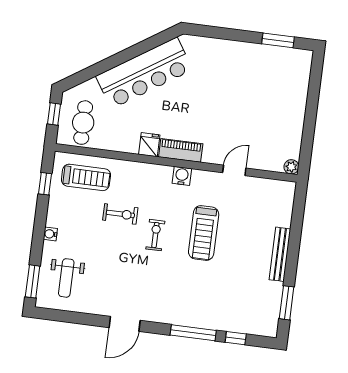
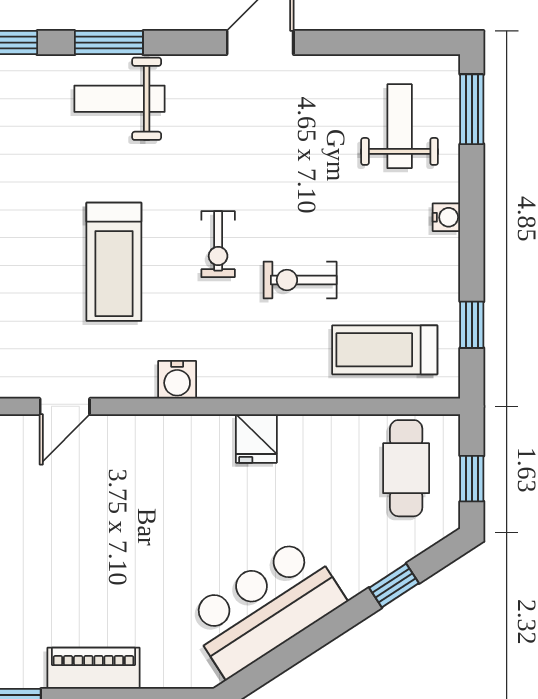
window: (95, 70) -> (394, 586), added
bar counter: (144, 73) -> (265, 607), width x0.73
piano: (181, 150) -> (93, 668), moved, turned 180
treadmill: (204, 233) -> (114, 262), turned 180
weight bench: (192, 307) -> (120, 99), added
window: (193, 333) -> (109, 43), width x0.69

